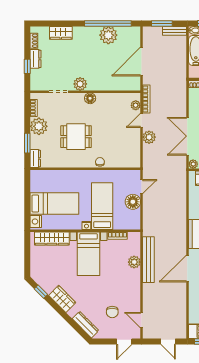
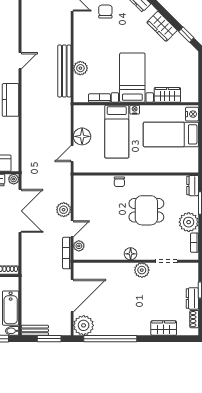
plant: (108, 35) -> (84, 325), moved
wardrobe: (52, 238) -> (167, 95), width x0.67
door: (187, 269) -> (20, 61), width x0.53

